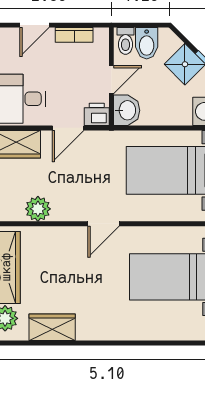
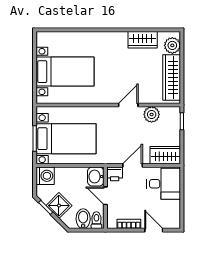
door: (35, 25) -> (154, 230), hinge flipped
door: (111, 80) -> (105, 196), hinge flipped
door: (104, 224) -> (128, 105), moved

